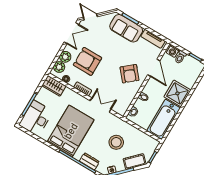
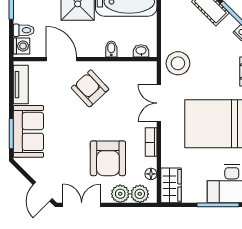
door: (154, 68) -> (61, 59), hinge flipped
armchair: (129, 74) -> (90, 88), turned -93
stool: (116, 142) -> (178, 63), moved

